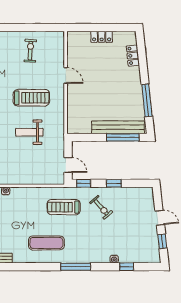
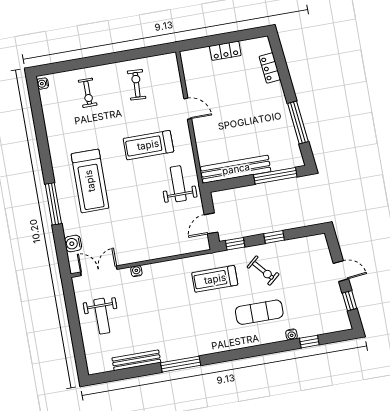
treadmill: (31, 98) -> (148, 145), turned 180
bench: (118, 127) -> (236, 169), moved
weight bench: (29, 132) -> (178, 184), moved, turned 90
door: (68, 165) -> (211, 223), swing flipped
exercise mat: (46, 243) -> (259, 312), moved
window: (76, 267) -> (181, 364), moved

